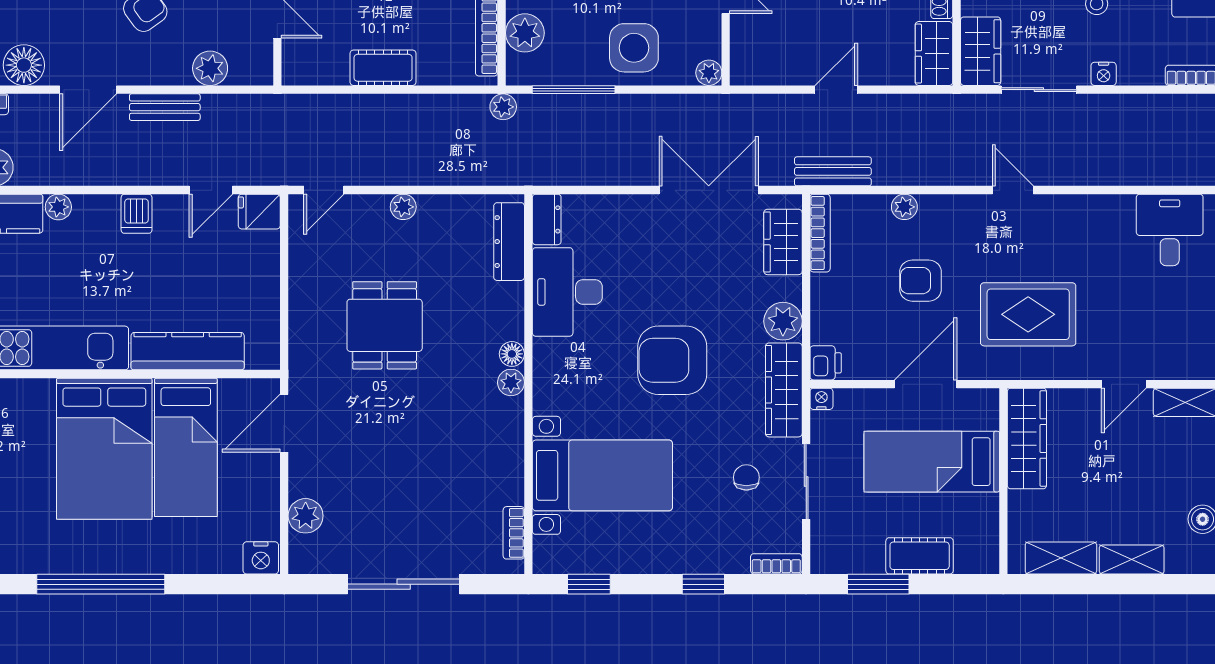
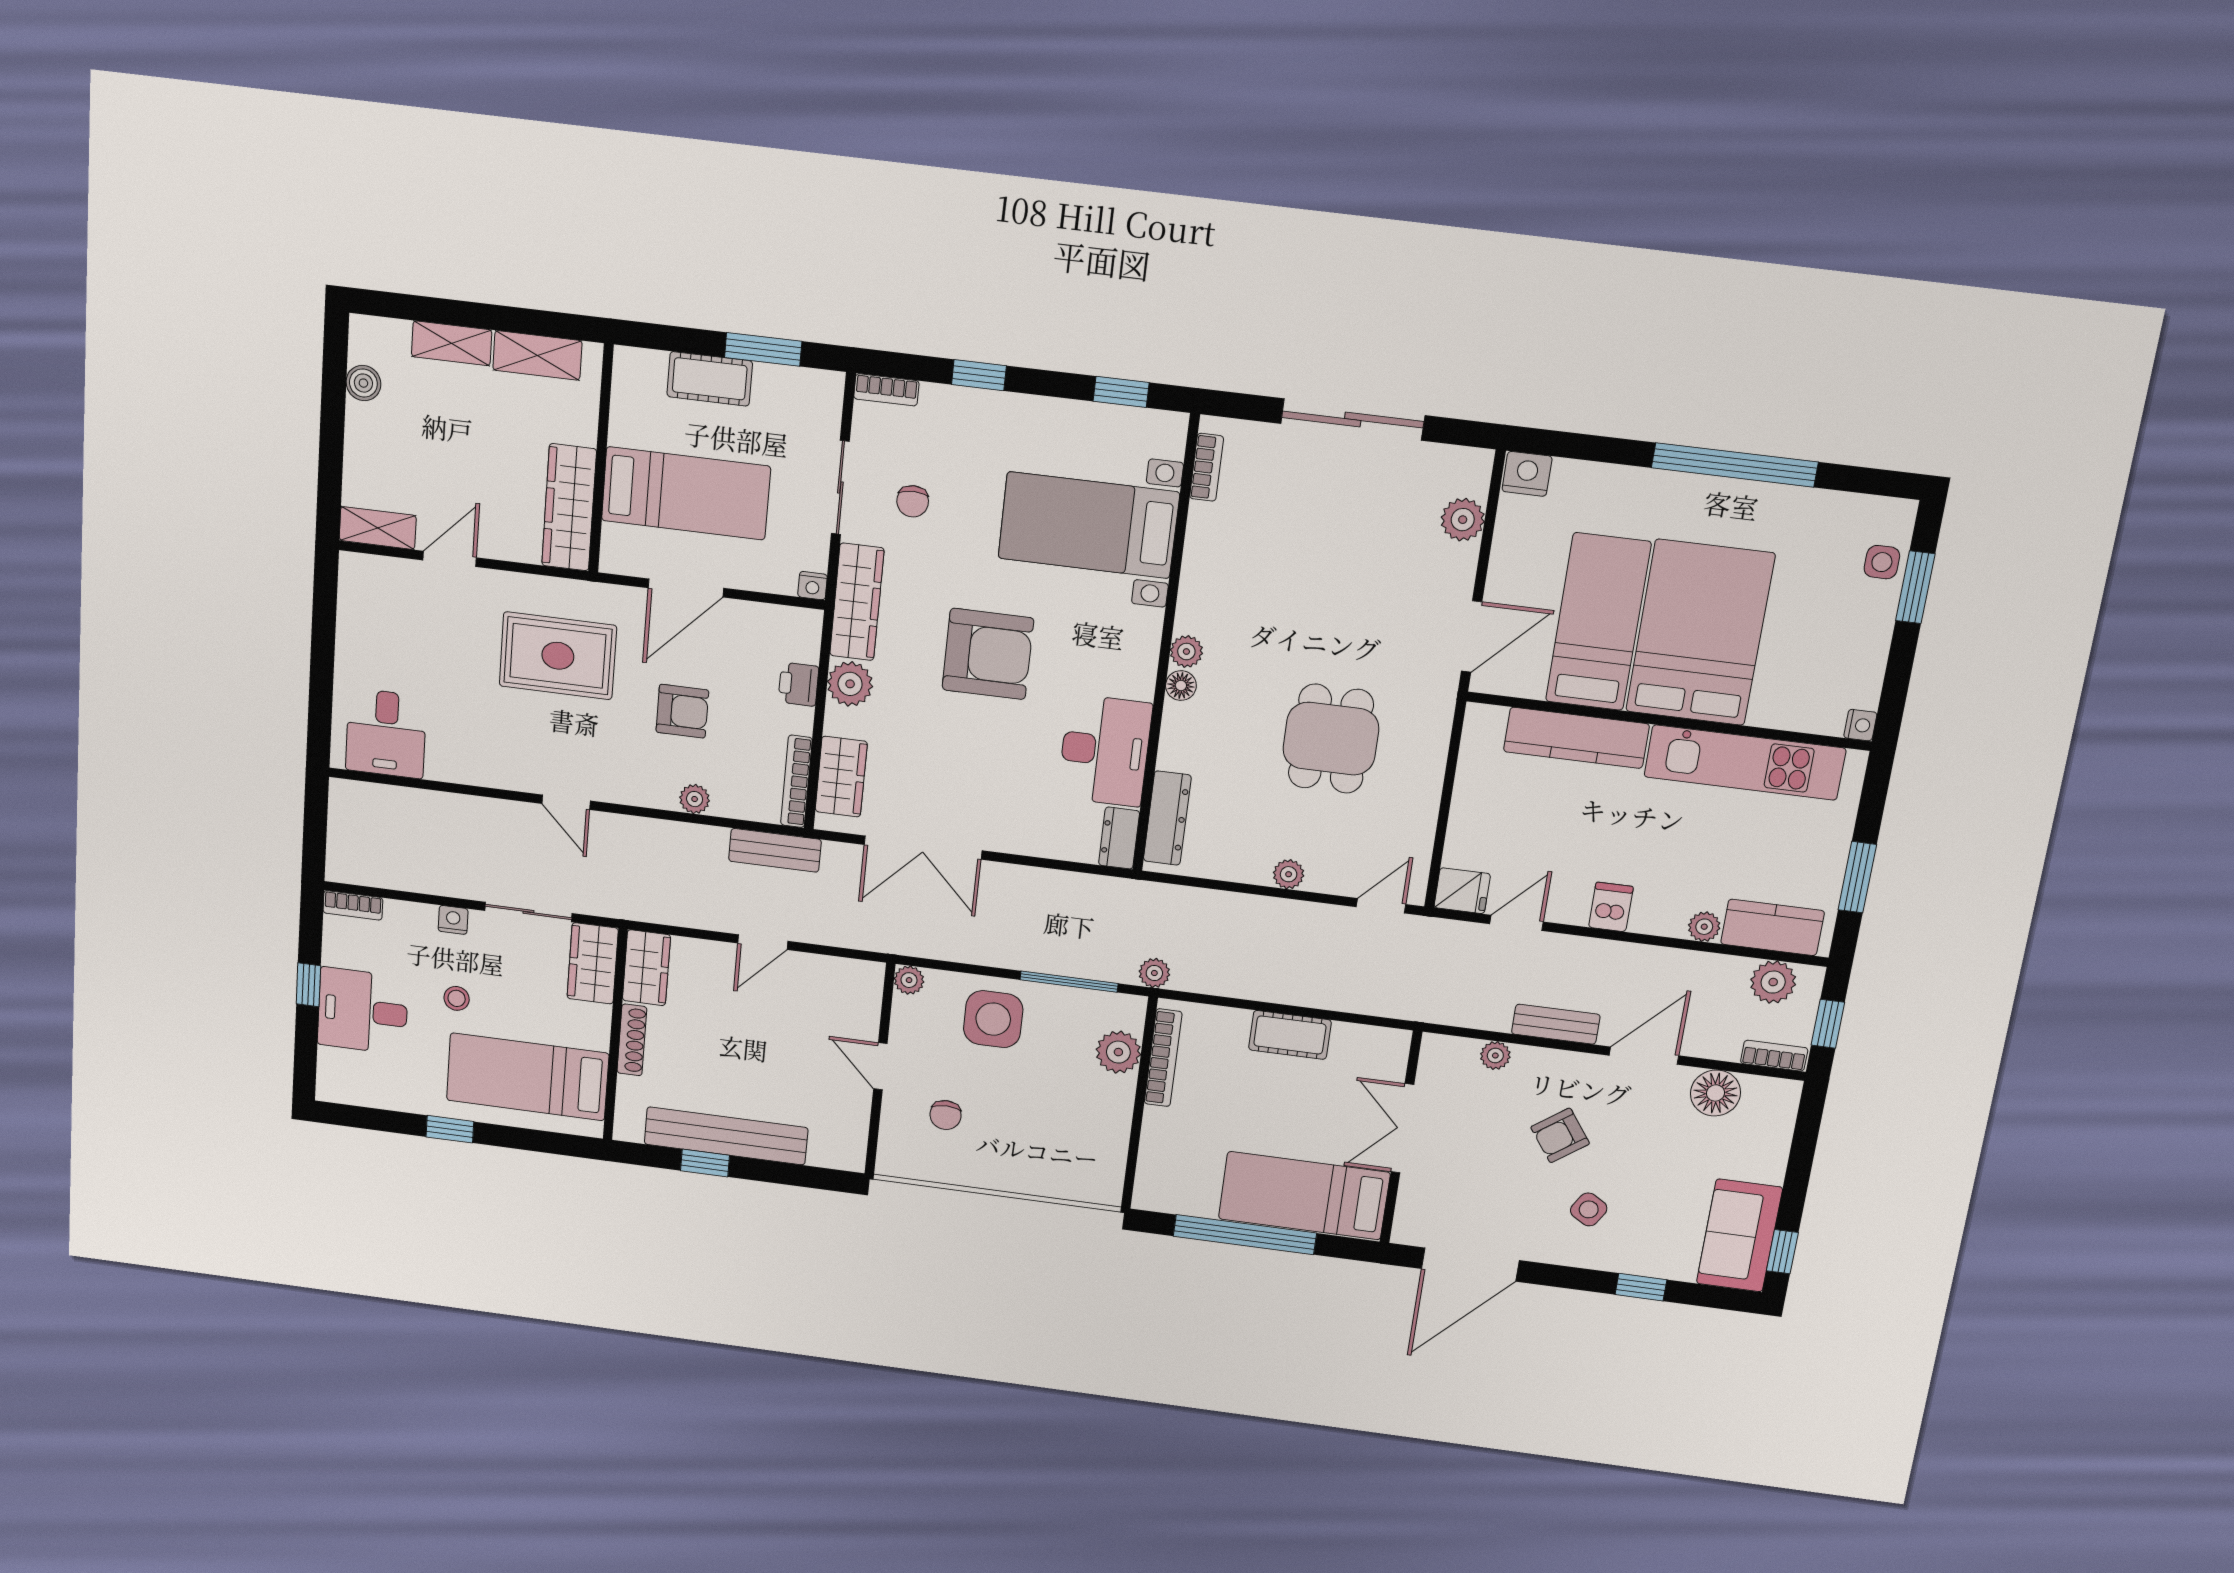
plant: (210, 68) -> (1495, 1055), width x0.73, depth x0.73
printer: (826, 363) -> (798, 684), moved

